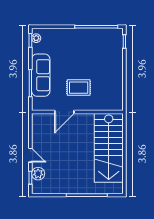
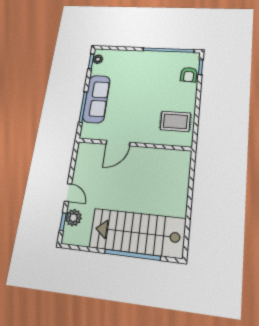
armchair: (115, 49) -> (189, 75), added
rug: (79, 88) -> (175, 121), moved
stairs: (109, 148) -> (138, 233), moved, turned 90

